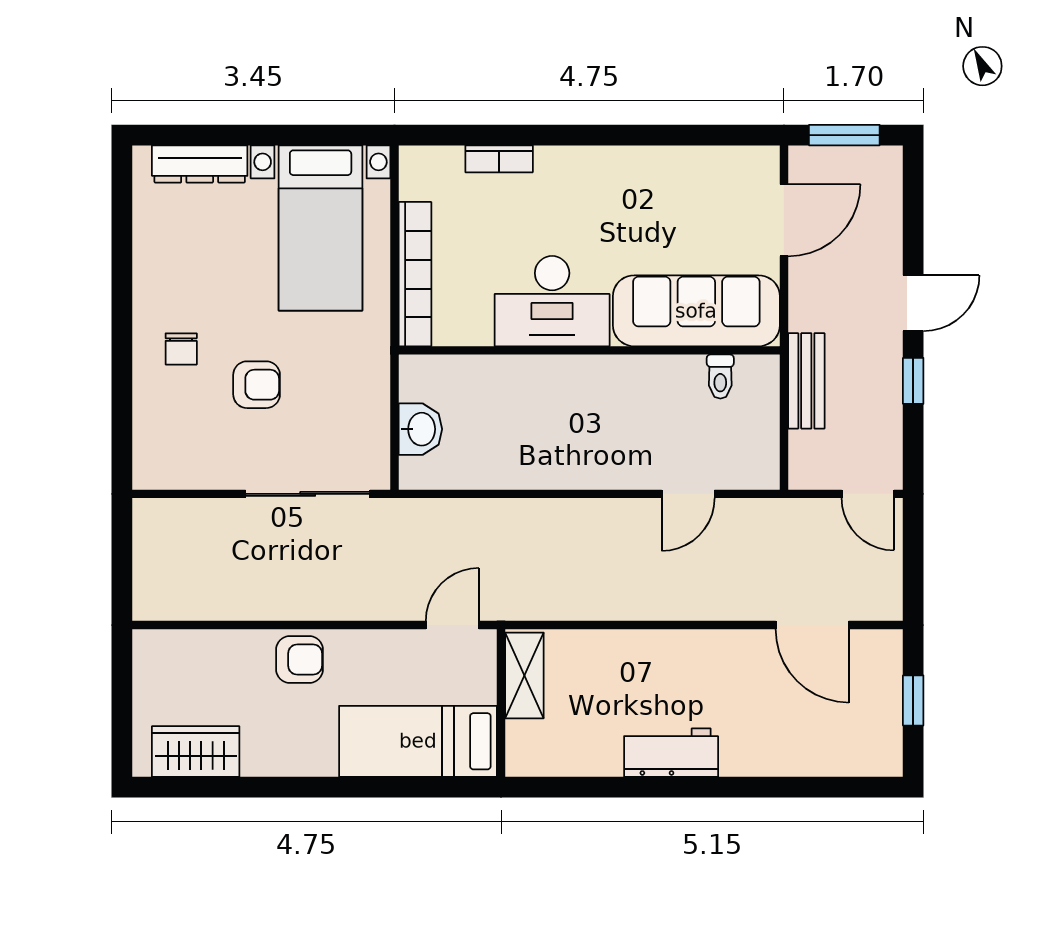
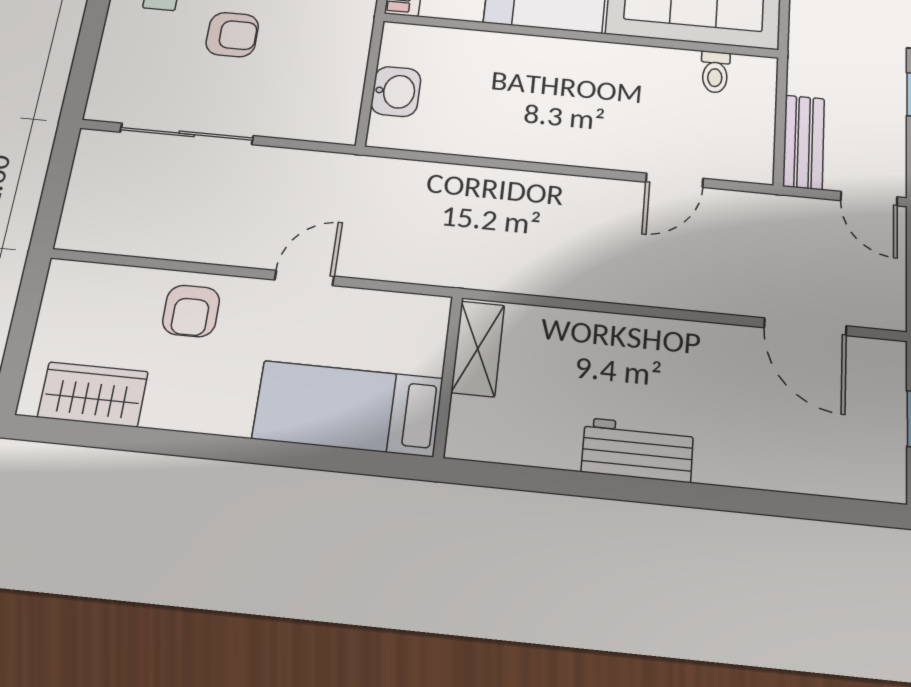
bench: (806, 381) -> (804, 142), moved
sliding door: (308, 494) -> (187, 134), moved
door: (452, 625) -> (304, 278), moved
armchair: (300, 660) -> (191, 311), moved, turned 90

